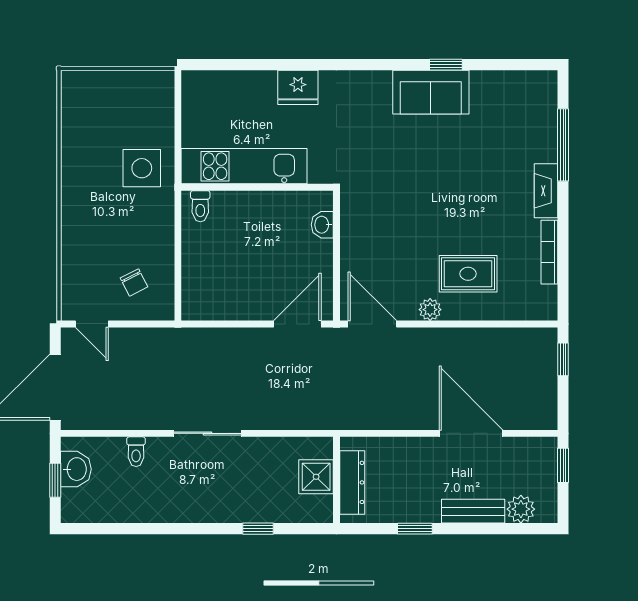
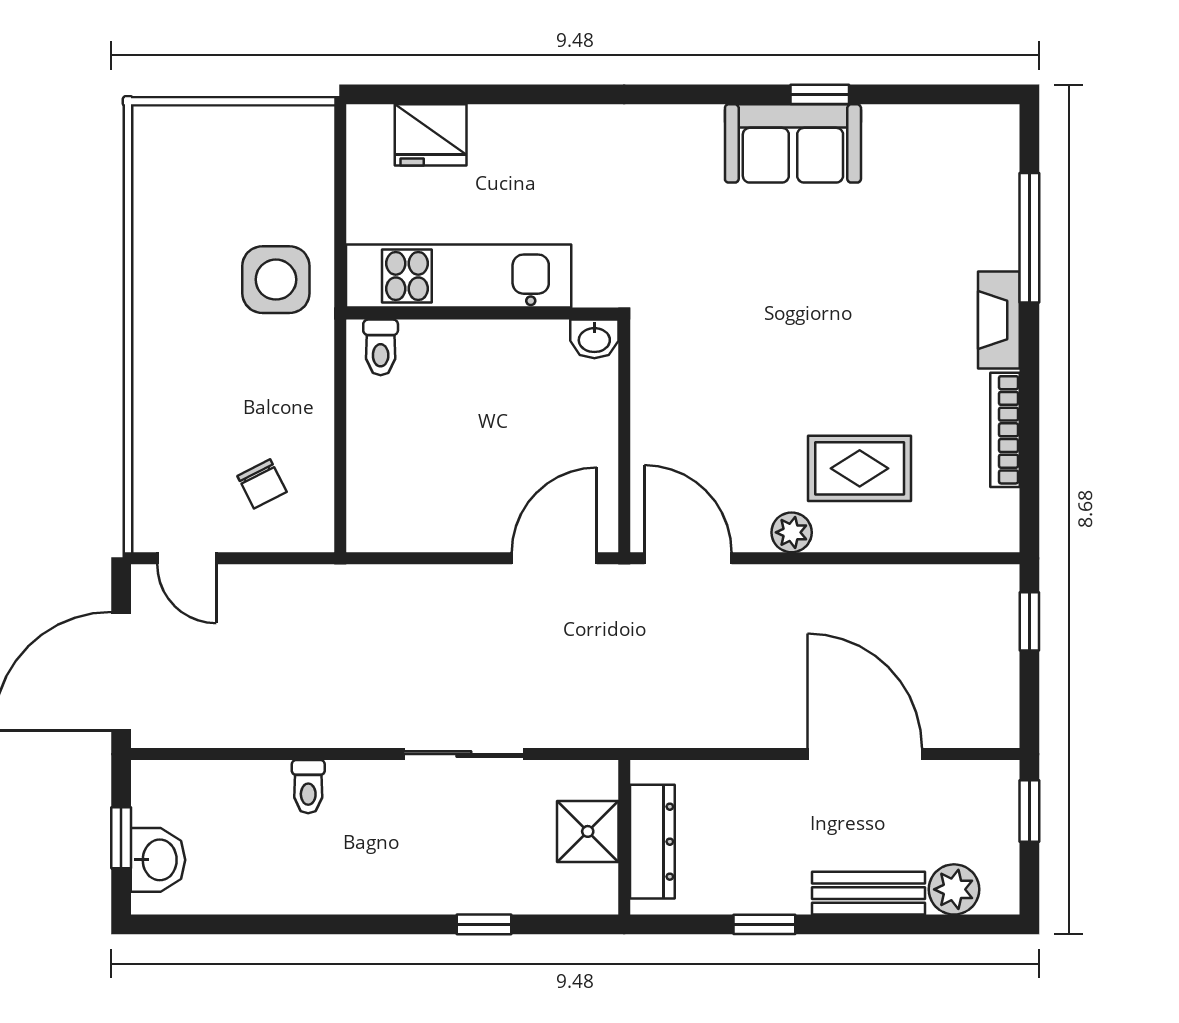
fridge: (298, 87) -> (431, 135), moved
washbasin: (322, 225) -> (594, 339), moved, turned -90
sliding door: (208, 433) -> (464, 754), moved
toilet: (136, 452) -> (308, 787), moved
washbasin: (76, 469) -> (158, 860), moved

